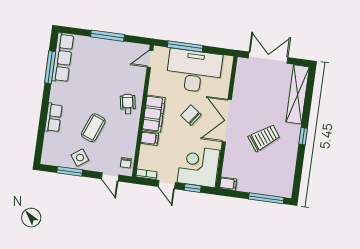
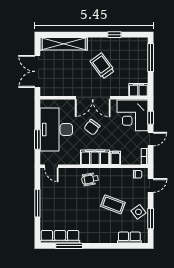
window: (185, 46) -> (37, 139), width x0.69
row of seats: (53, 118) -> (129, 238), moved
window: (303, 136) -> (114, 35), moved
filing cabinet: (228, 184) -> (138, 90), width x2.00

